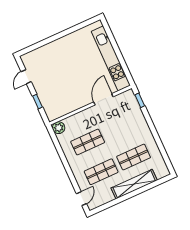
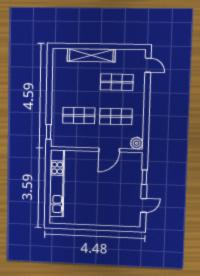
door: (103, 99) -> (109, 150), moved
shop shelf: (134, 157) -> (79, 116), moved
door: (81, 199) -> (148, 65), swing flipped

